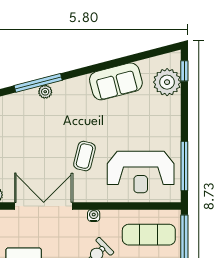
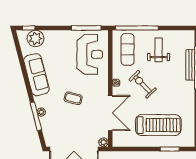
sofa: (116, 81) -> (36, 75), width x1.36
coffee table: (84, 156) -> (73, 98), moved
double door: (44, 206) -> (110, 113), swing flipped

